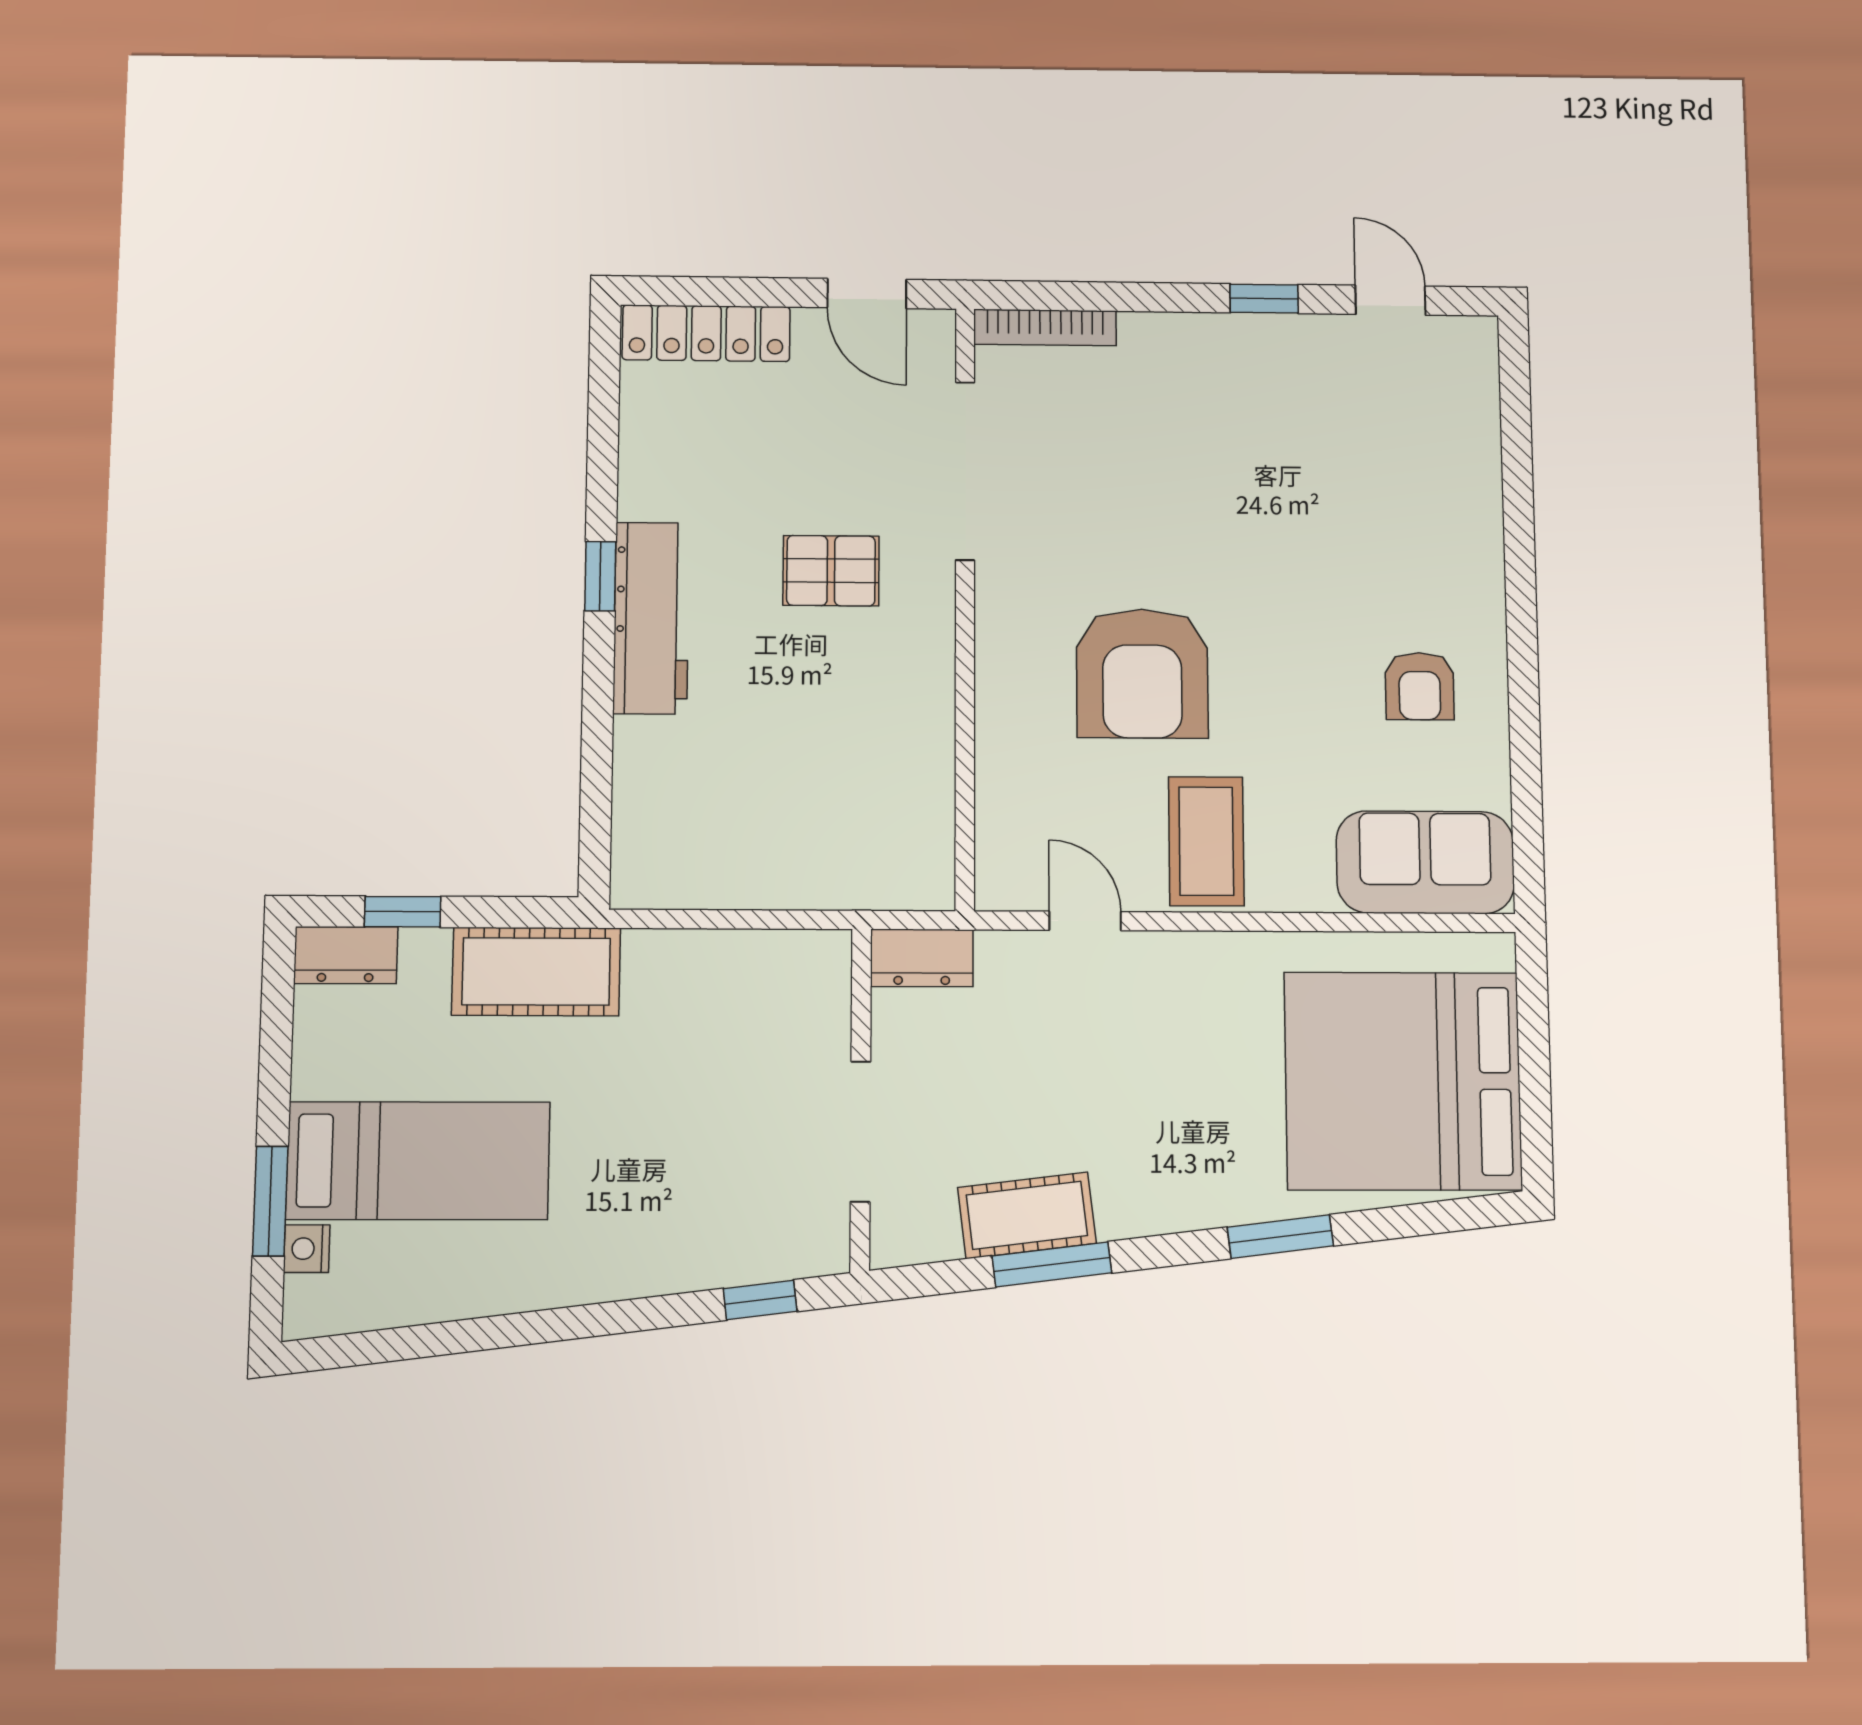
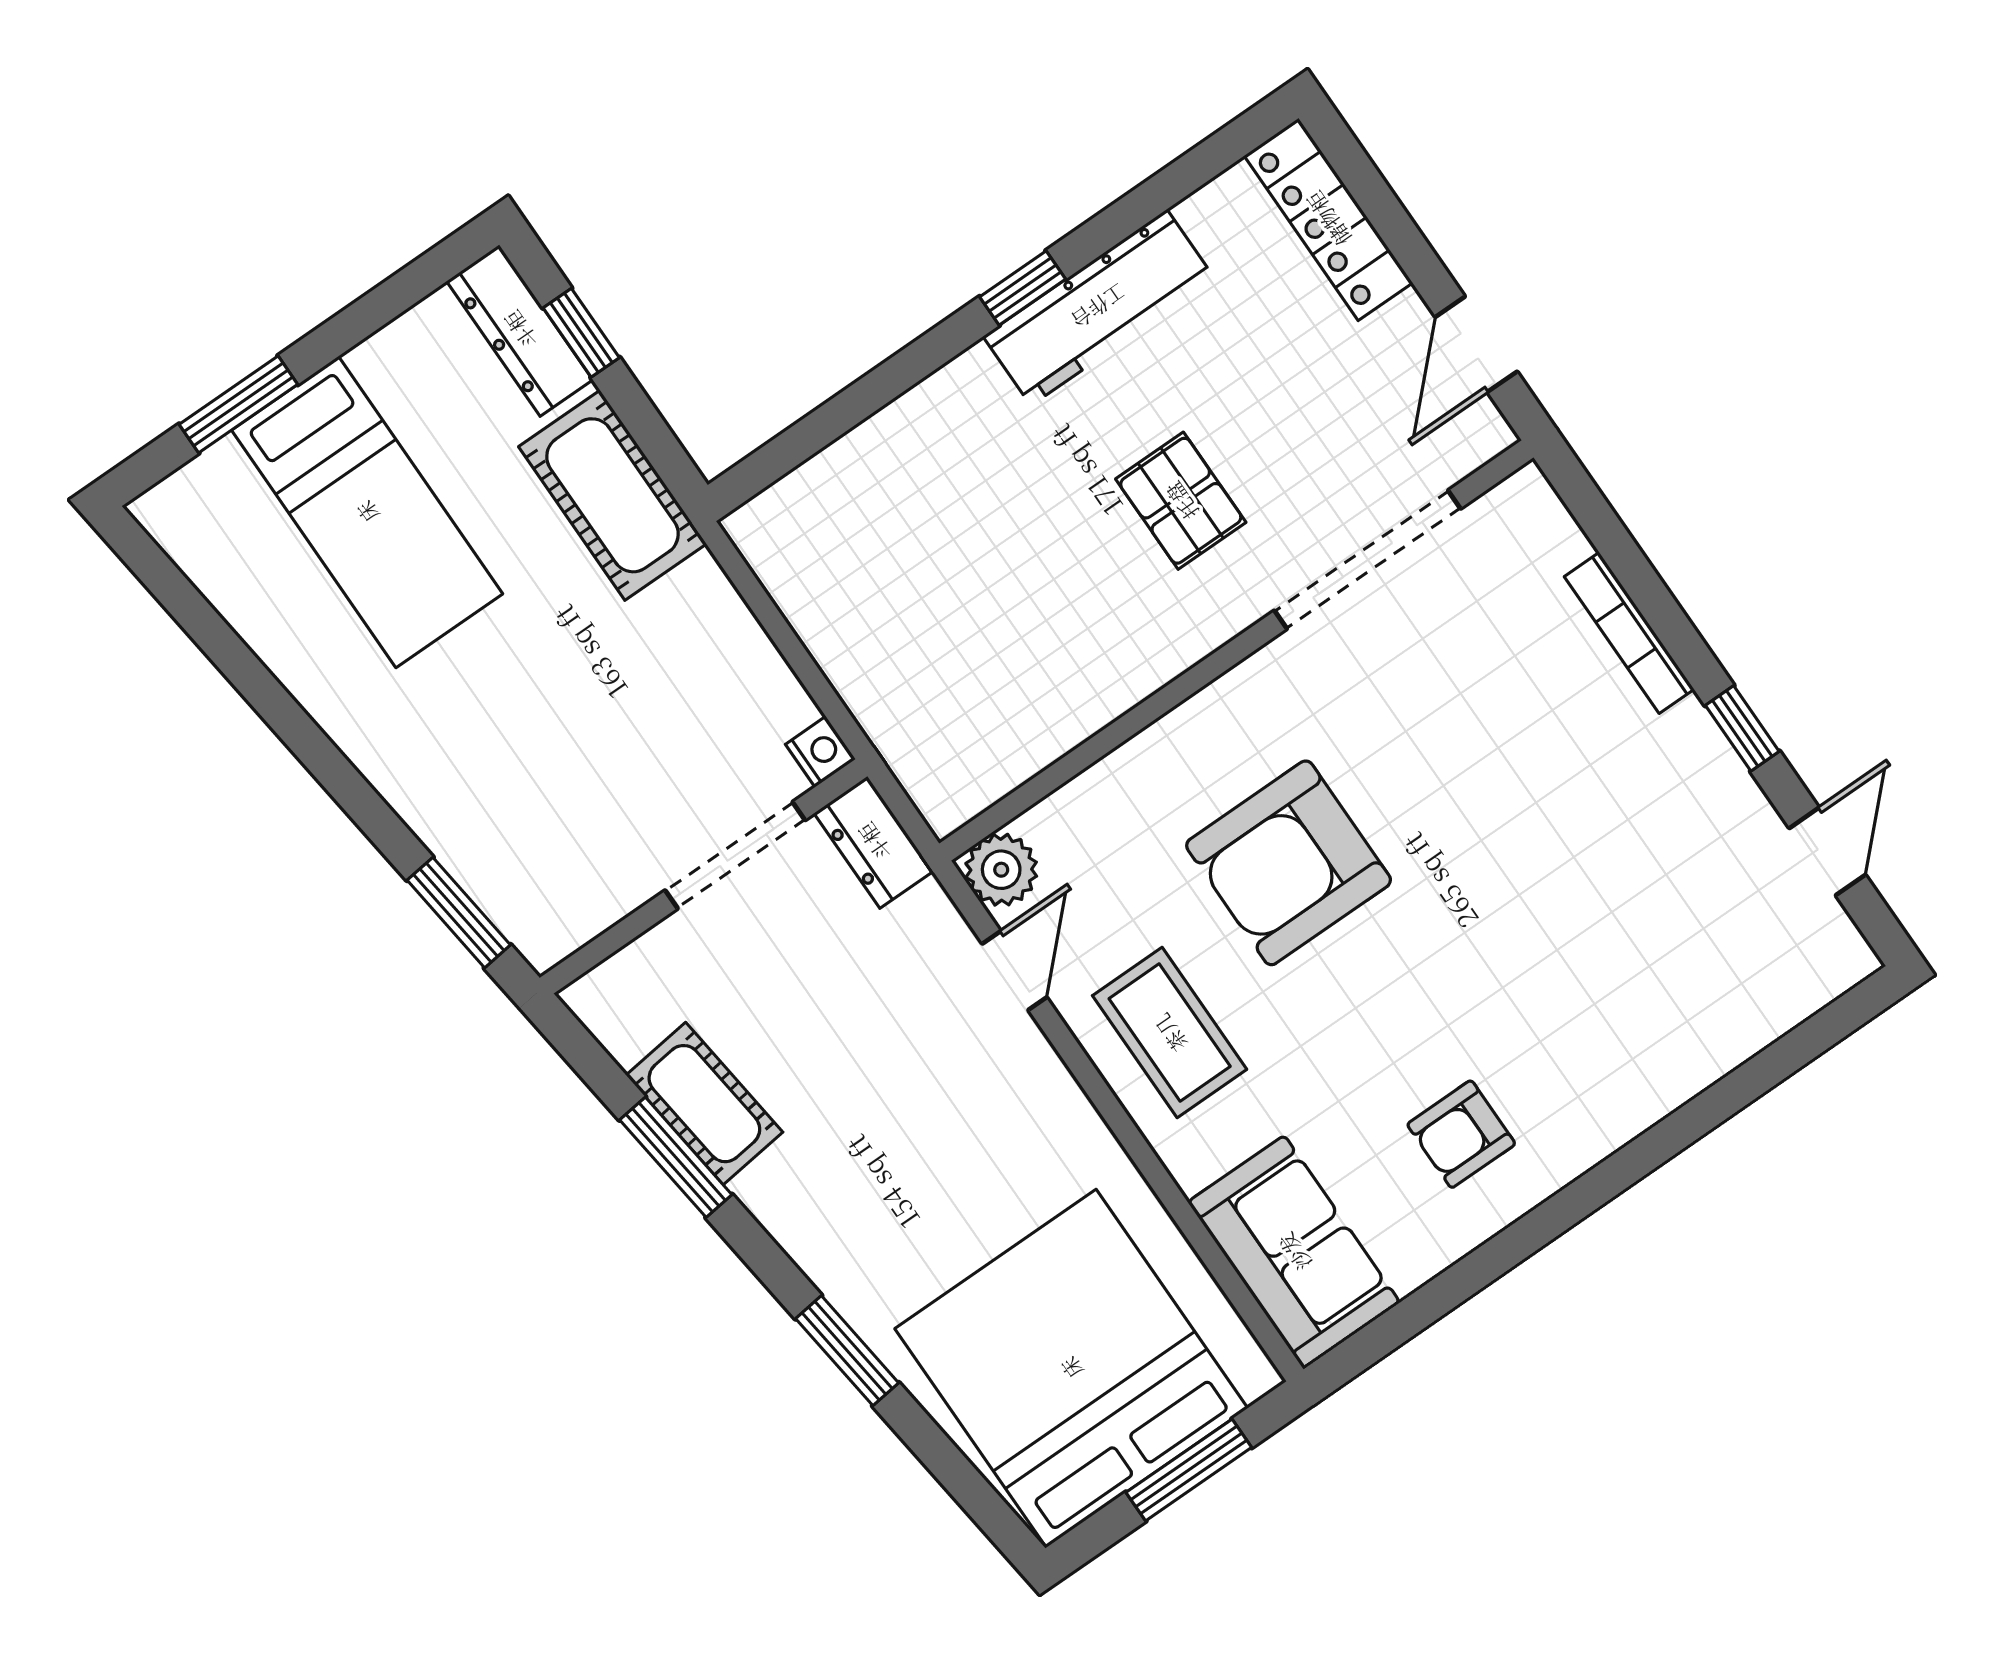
bookcase: (1045, 328) -> (1629, 633), moved
workbench: (651, 618) -> (1099, 307), moved
coffee table: (1206, 841) -> (1170, 1033), turned 90
plant: (1006, 880) -> (1001, 870), added
dresser: (346, 955) -> (520, 330), width x1.44
window: (1534, 1047) -> (1189, 1470), added
doorway: (860, 1132) -> (735, 855), moved
nightstand: (307, 1249) -> (821, 752), moved, turned 90
window: (760, 1300) -> (459, 913), width x1.50

